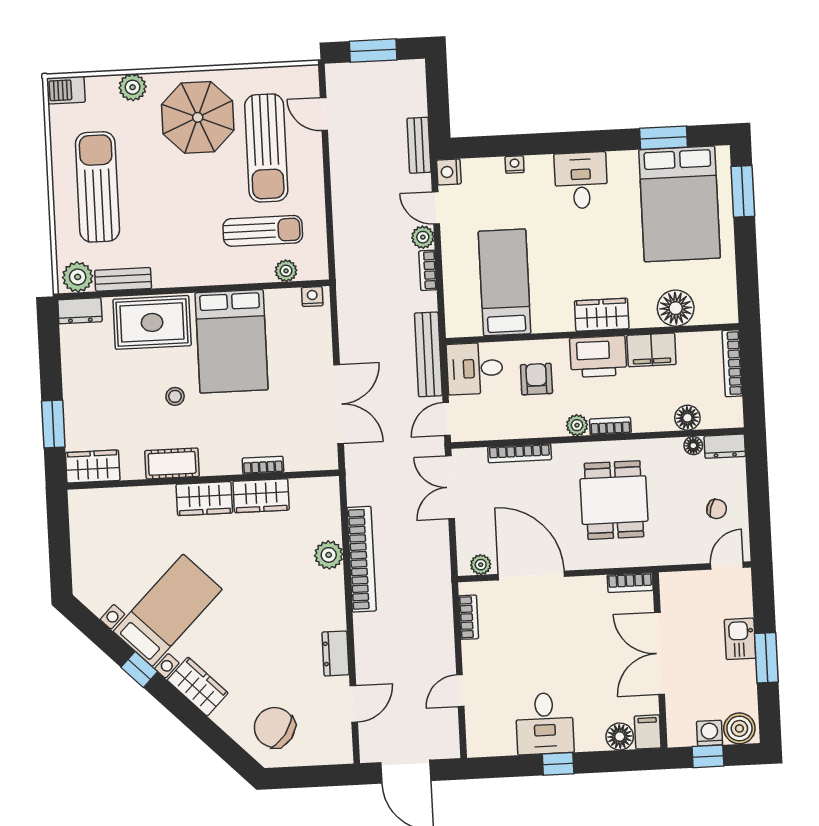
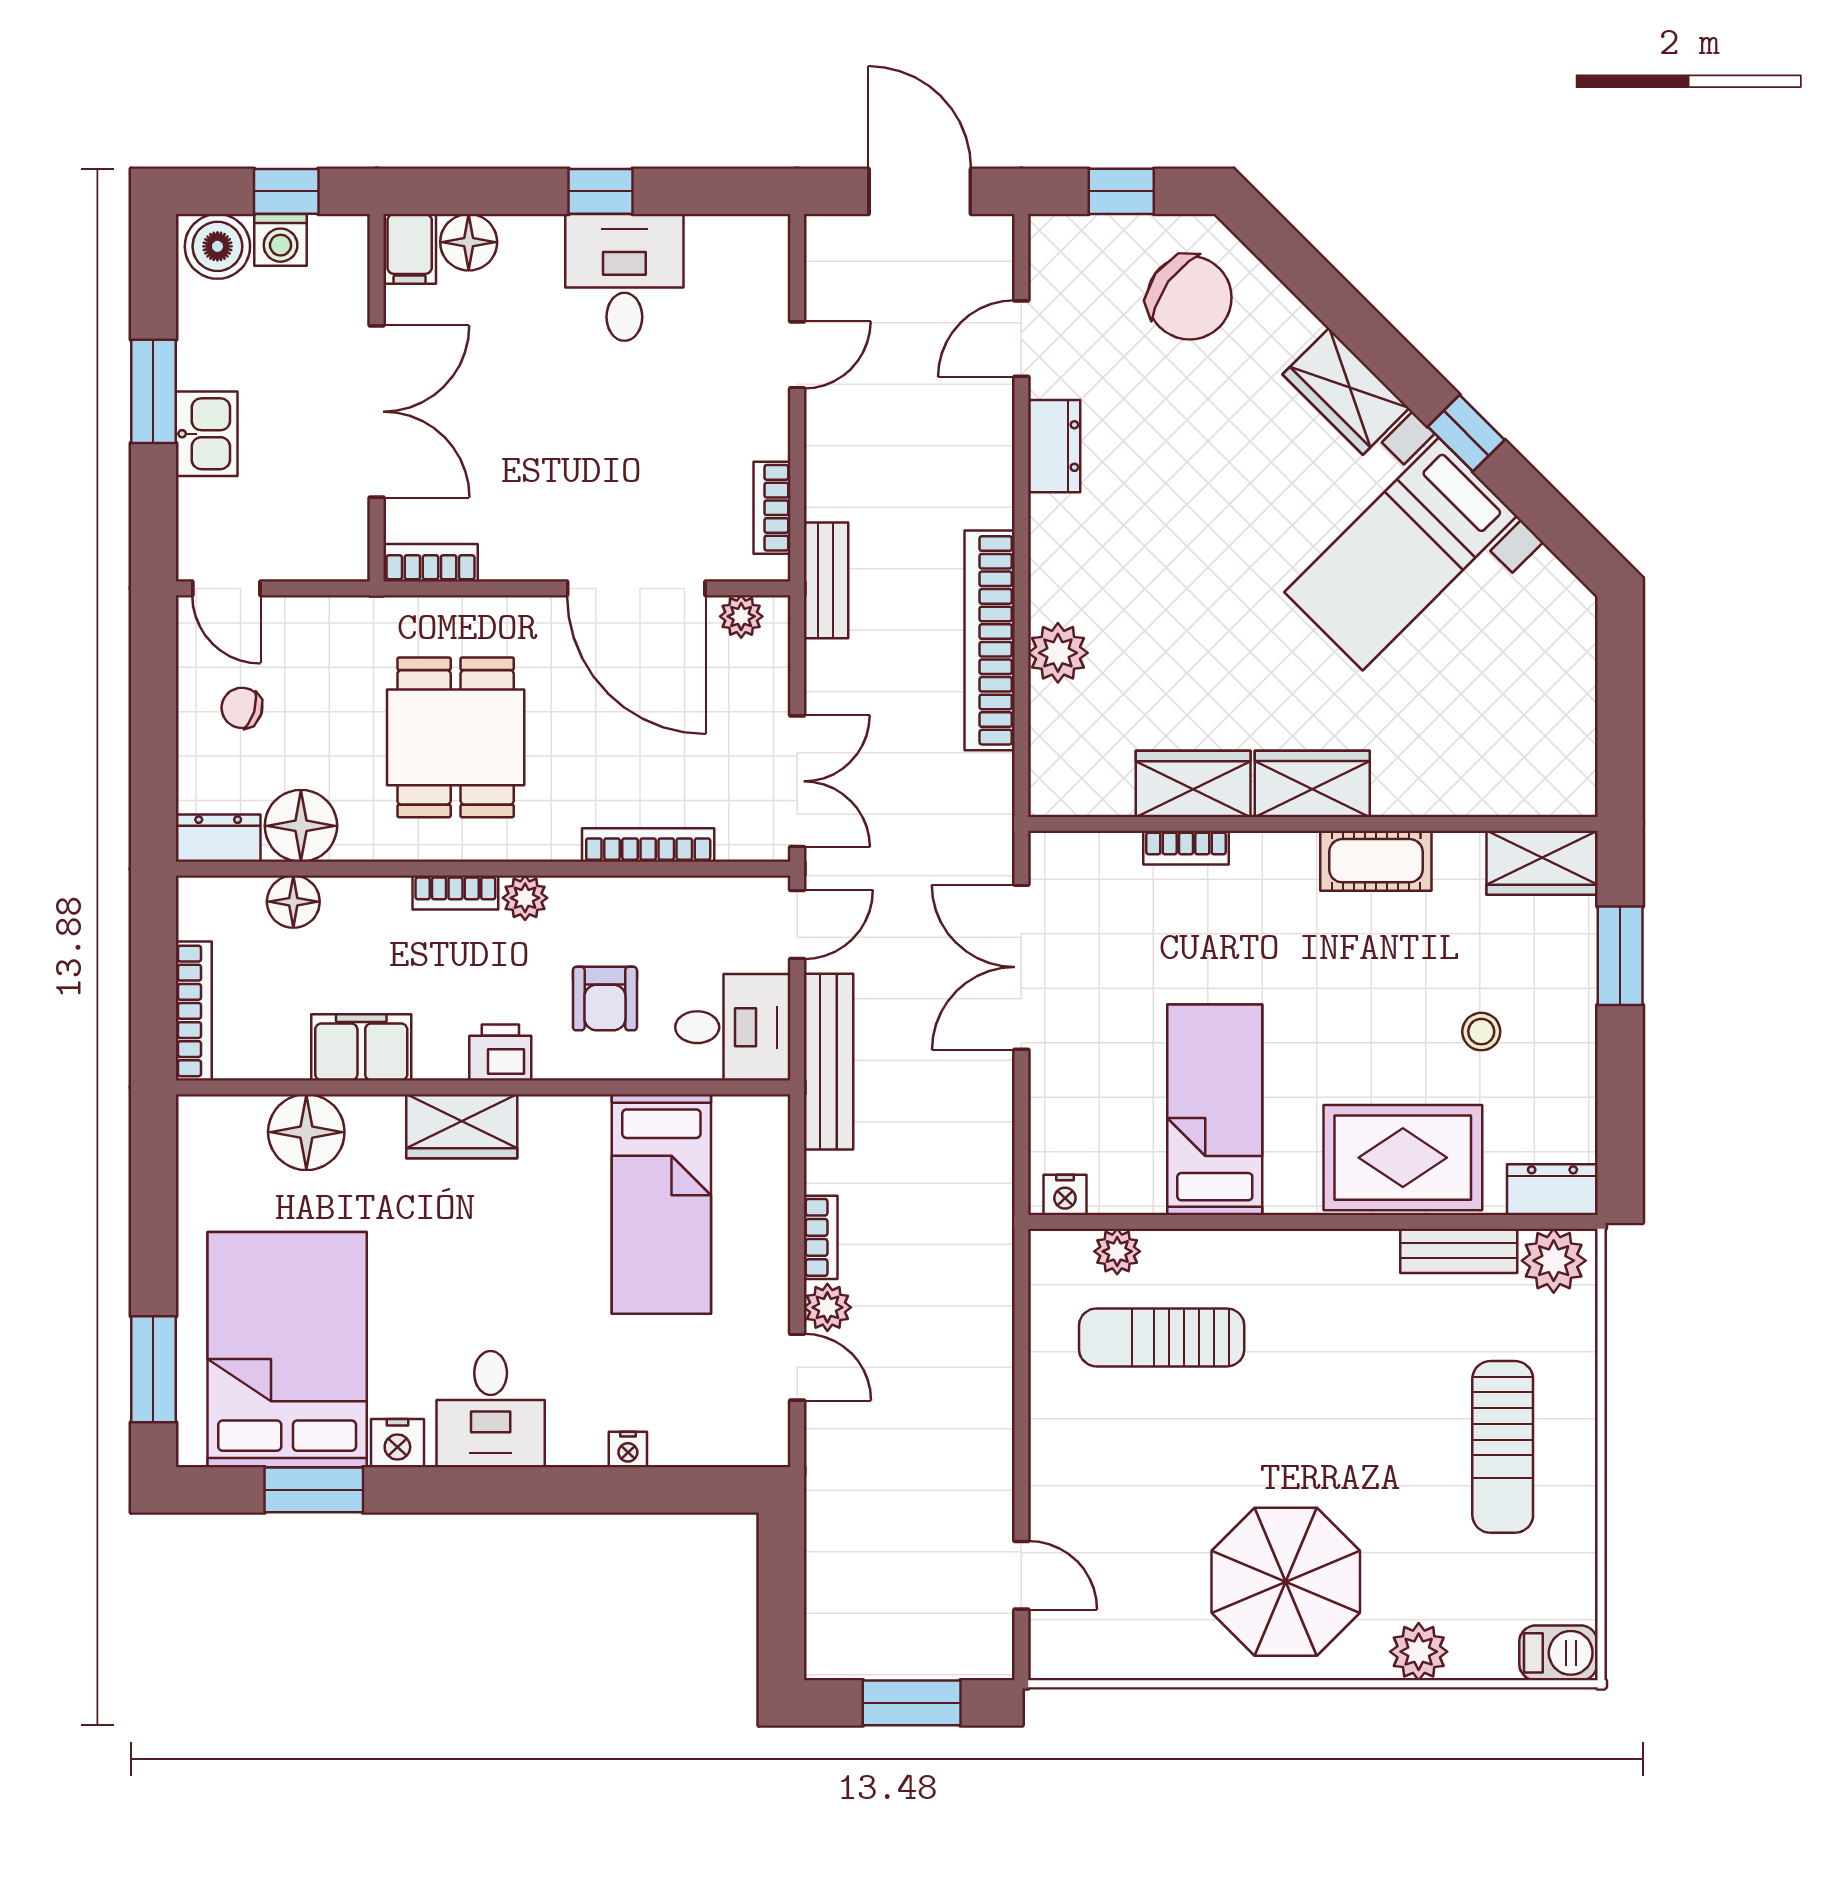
bench: (419, 145) -> (826, 580), moved
sun lounger: (266, 148) -> (1146, 1511), removed
nightstand: (449, 172) -> (397, 1443), moved, turned 90
sun lounger: (97, 187) -> (1503, 1447), width x0.73, depth x0.75
bed: (232, 341) -> (1215, 1110), width x0.67
printer: (598, 357) -> (500, 1053), width x0.53, depth x0.68
stool: (175, 396) -> (1481, 1032), moved
floor lamp: (693, 446) -> (301, 826), width x1.89, depth x1.89
door: (727, 566) -> (226, 588), hinge flipped
window: (310, 777) -> (1121, 191), added

